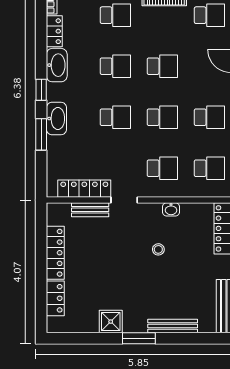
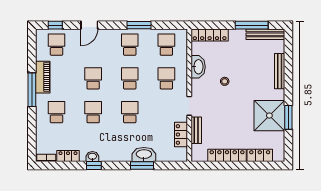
washbasin: (57, 65) -> (92, 157), width x0.52, depth x0.69
window: (41, 90) -> (94, 165), moved
washbasin: (56, 119) -> (144, 154), moved
locker: (84, 189) -> (181, 134), width x0.66
washbasin: (171, 209) -> (198, 67), width x1.91, depth x1.45
shower: (111, 322) -> (269, 116), width x1.86, depth x1.86
window: (139, 338) -> (288, 117), moved

